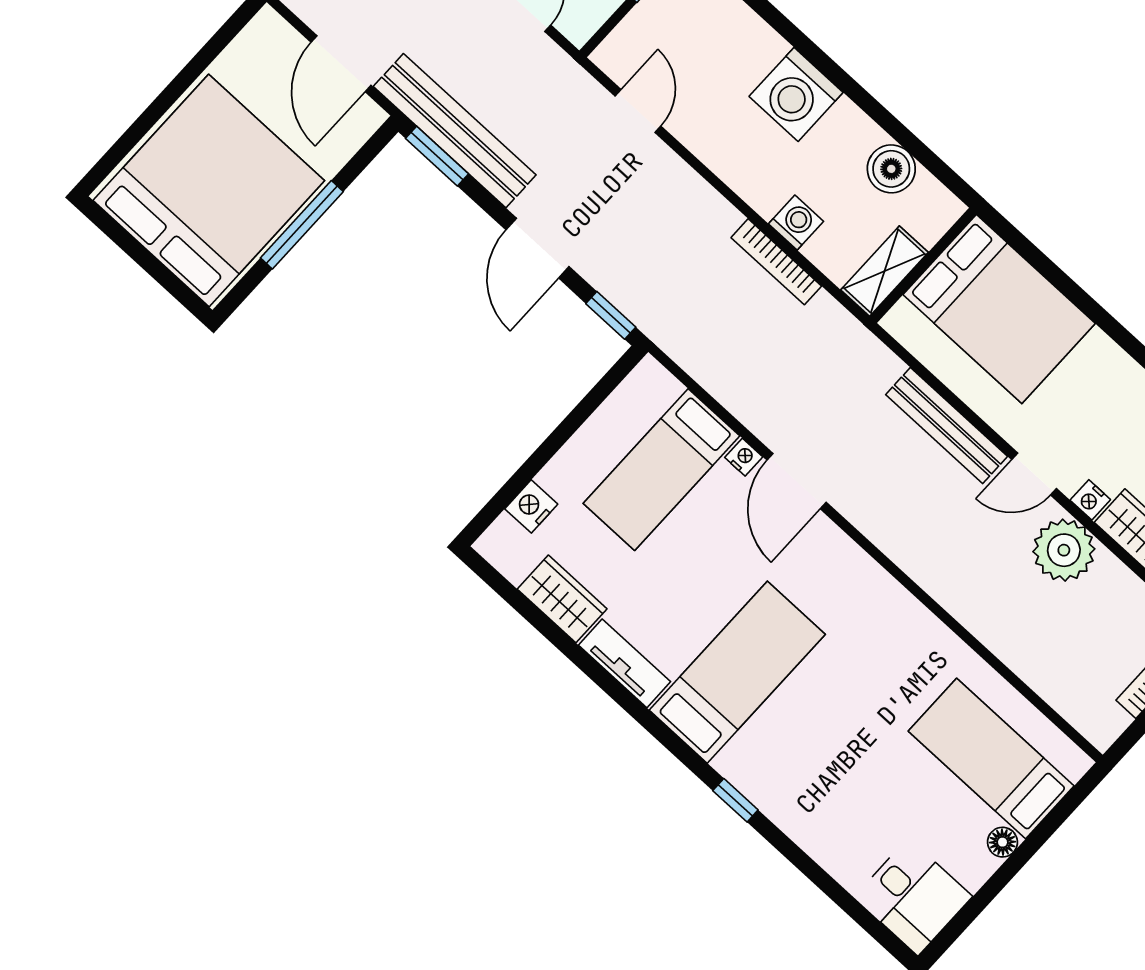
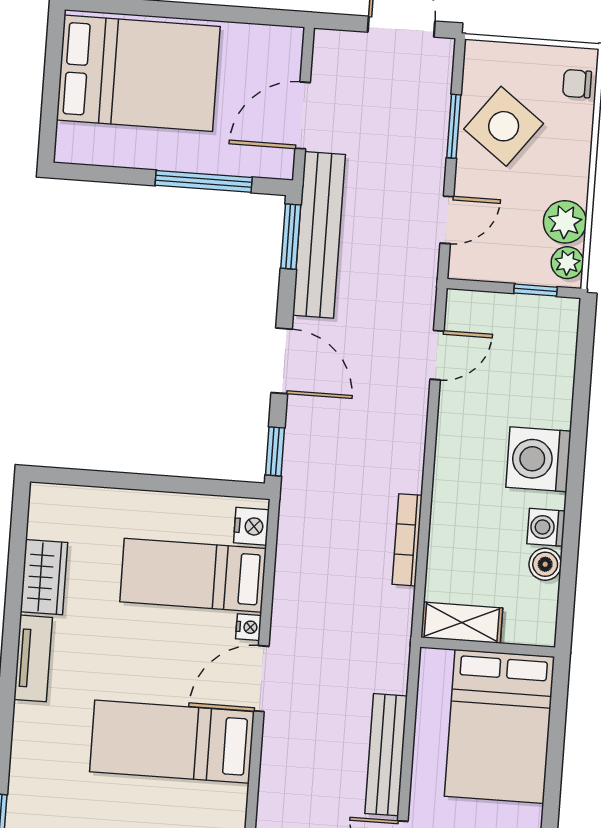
boiler: (891, 169) -> (545, 564), width x0.73, depth x0.73
bed: (209, 190) -> (138, 73), width x0.73
washing machine: (796, 223) -> (546, 527), moved, turned 180
window: (302, 225) -> (204, 181), moved
door: (538, 248) -> (282, 361), swing flipped
nightstand: (531, 506) -> (251, 526), moved, turned 90
bed: (737, 672) -> (172, 742), moved, turned 180

